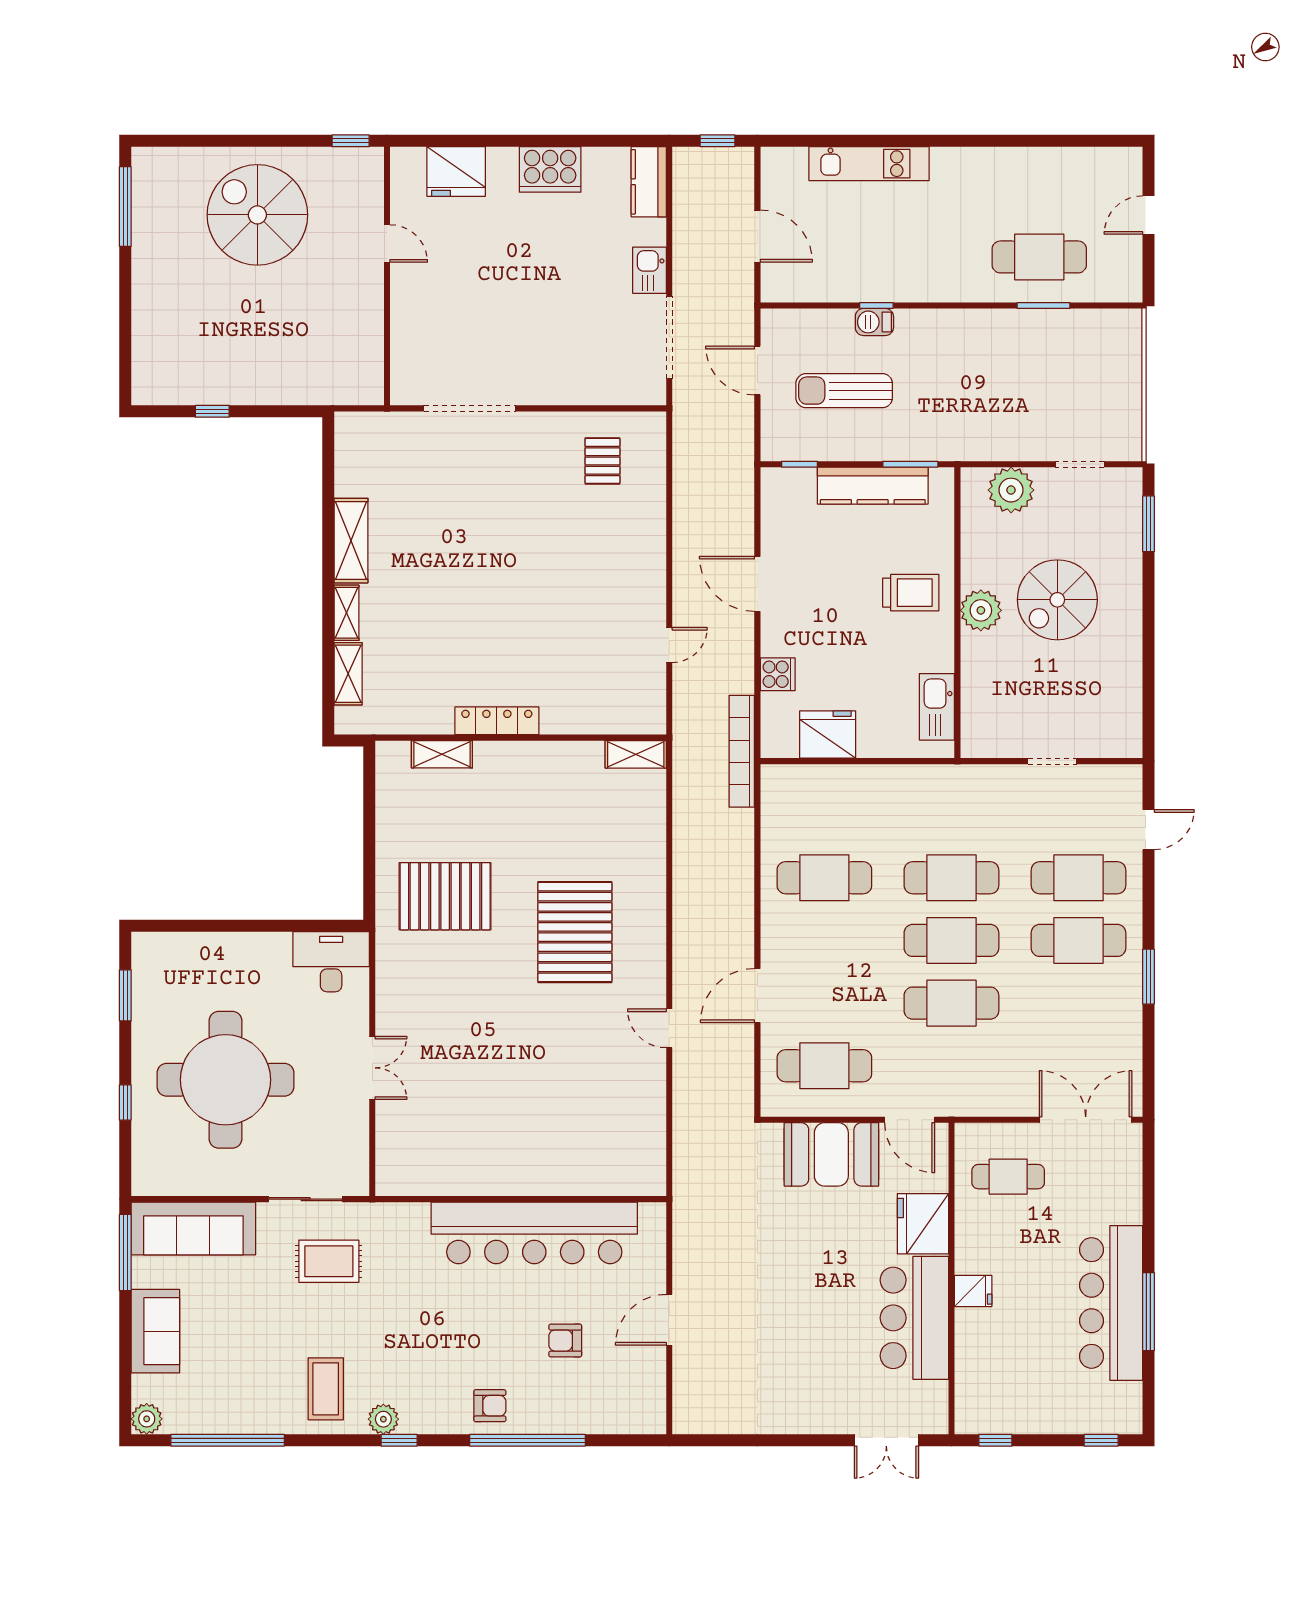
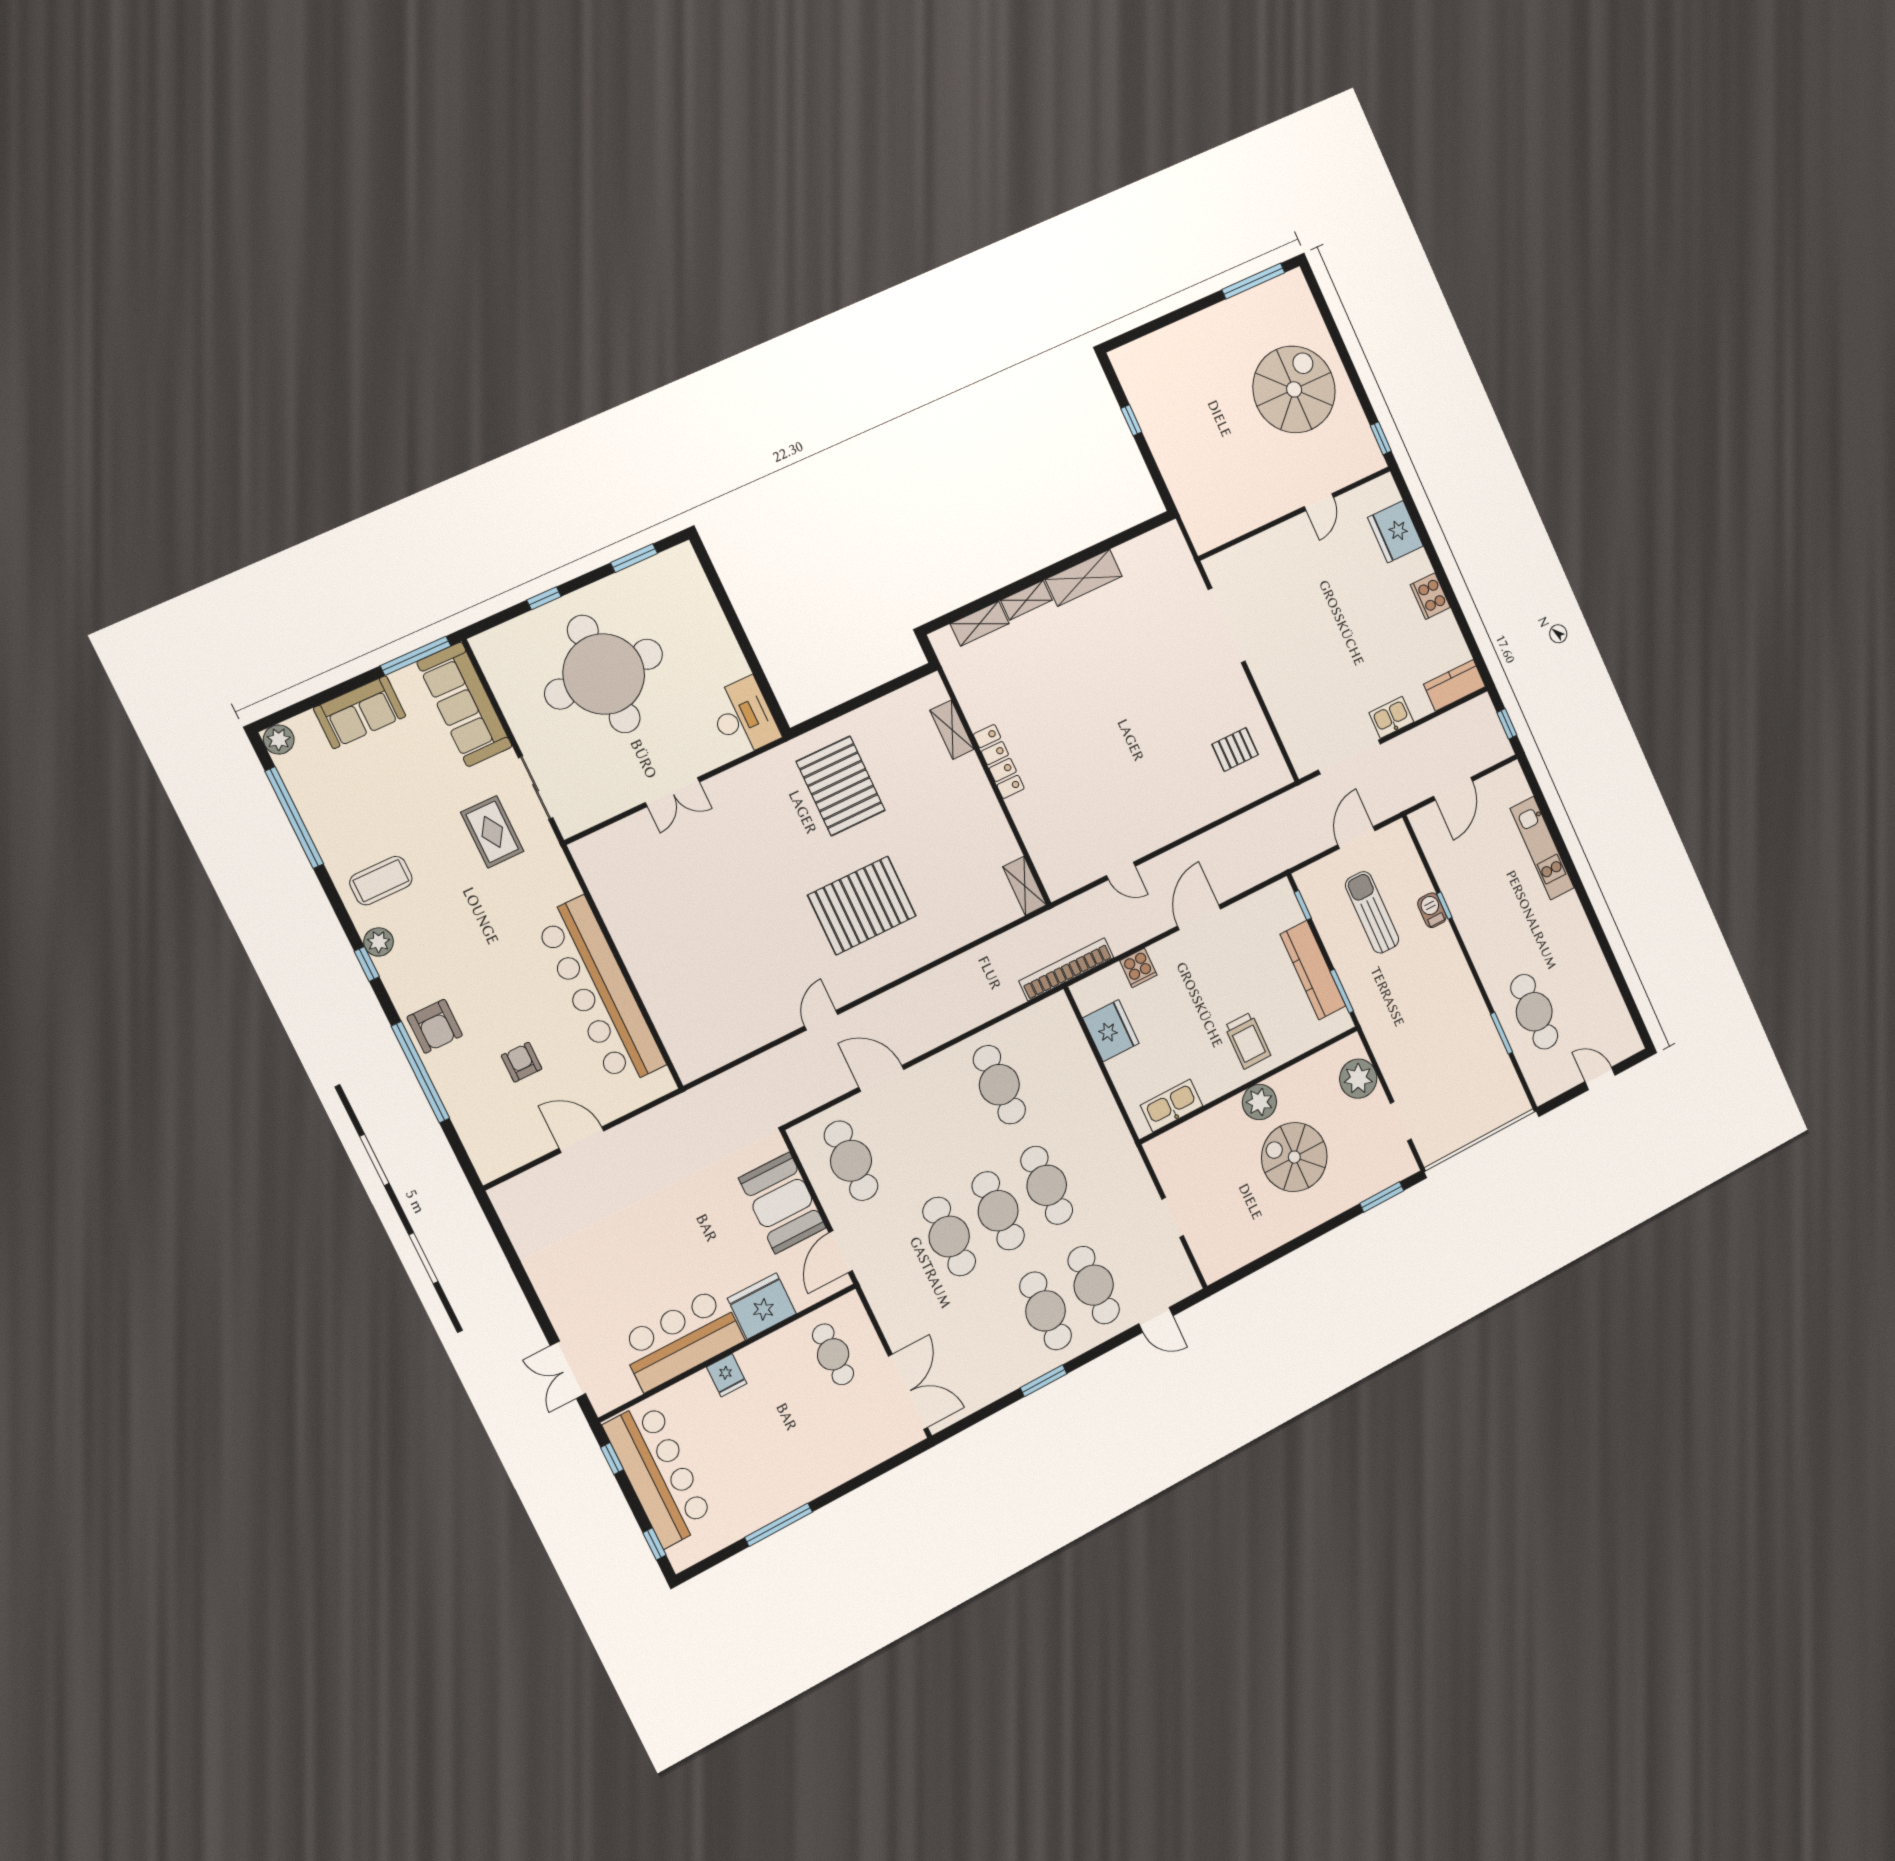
cooker: (550, 169) -> (1430, 596), width x0.73, depth x0.76
bar counter: (1111, 1303) -> (659, 1474), moved, turned 90
armchair: (490, 1406) -> (435, 1026), width x1.38, depth x1.38

